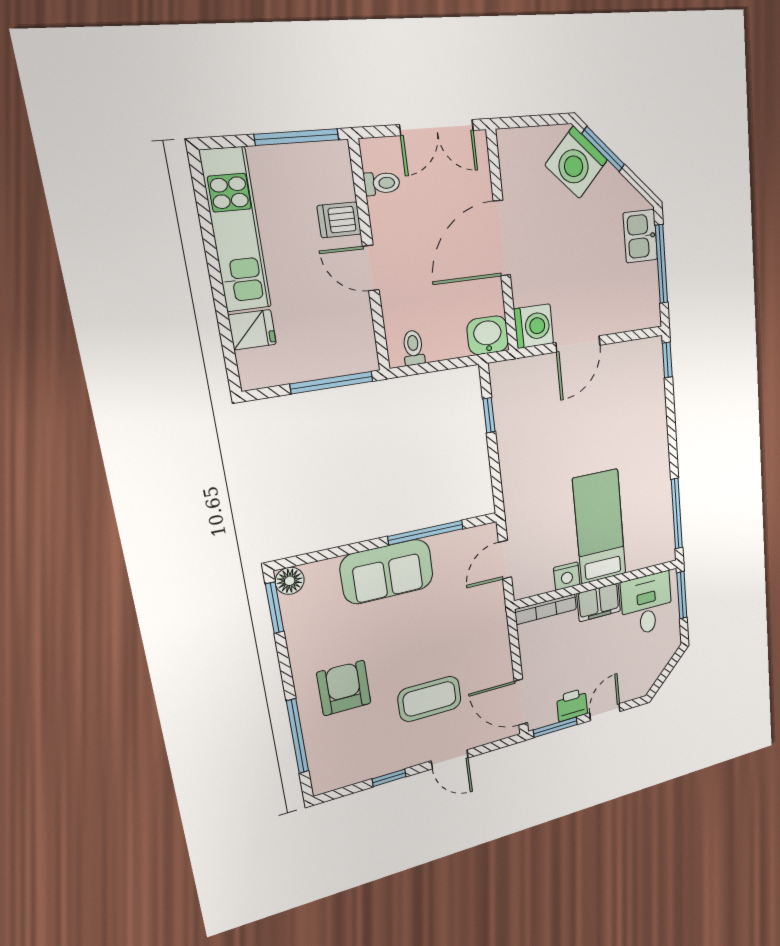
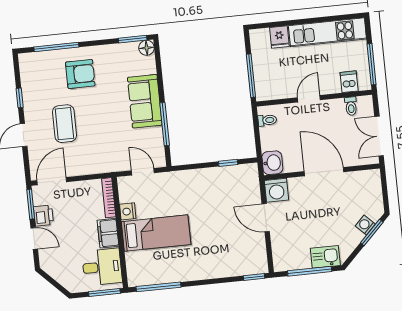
washing machine: (576, 162) -> (365, 225), width x0.53, depth x0.53
dishwasher: (339, 220) -> (349, 82), moved

